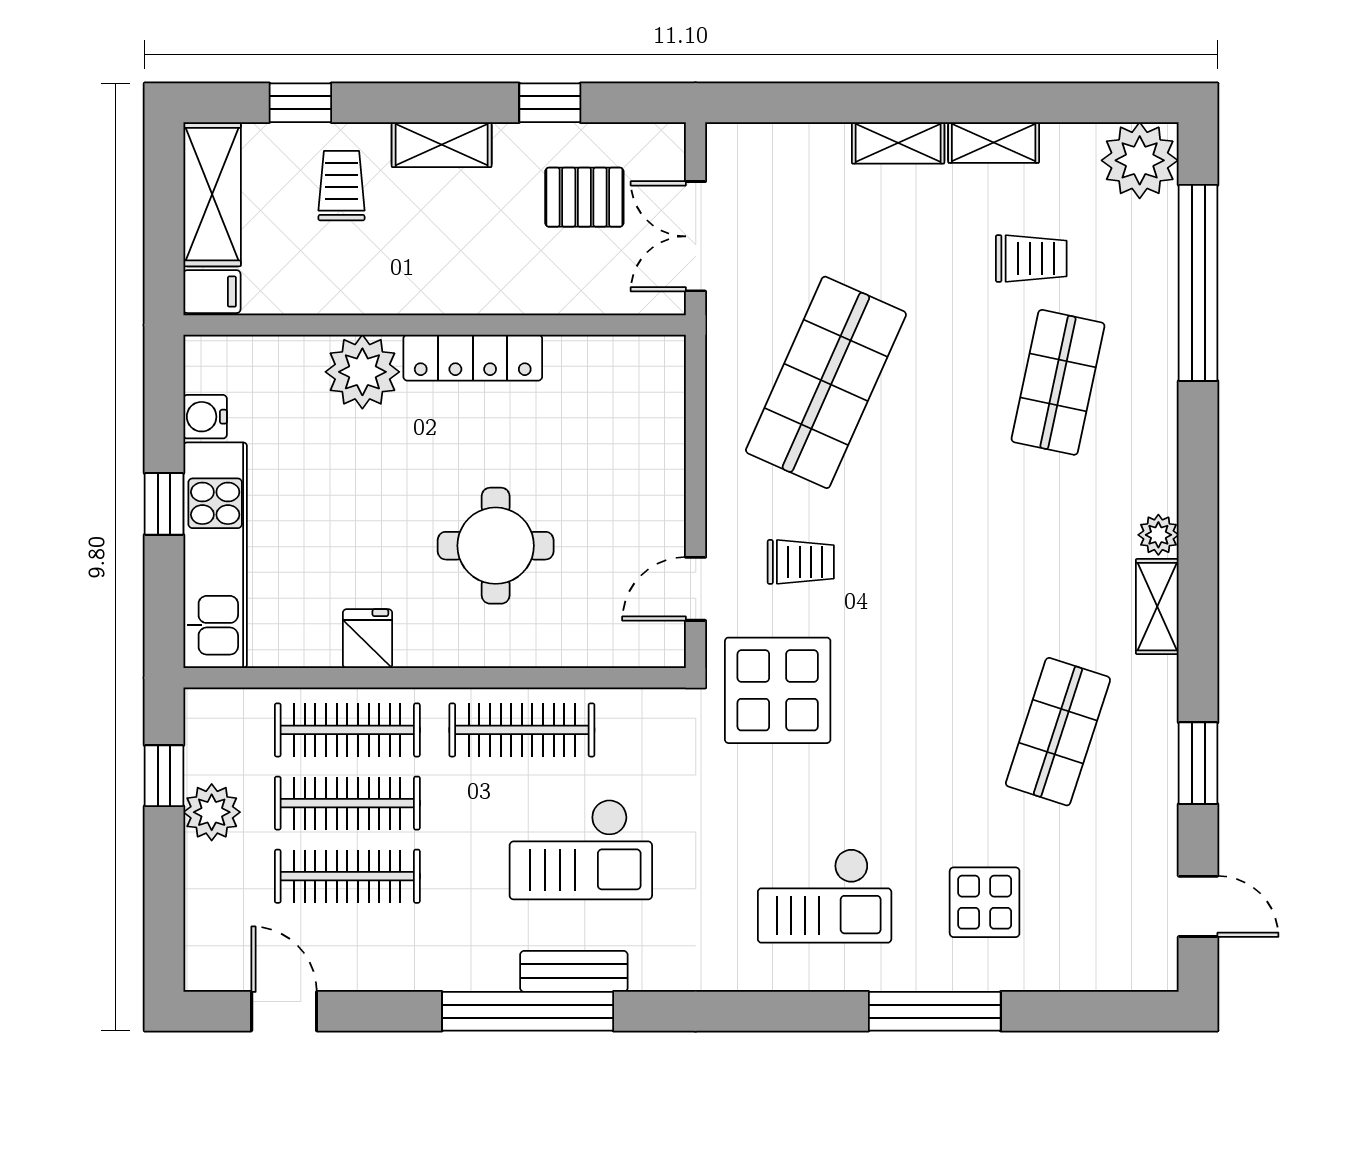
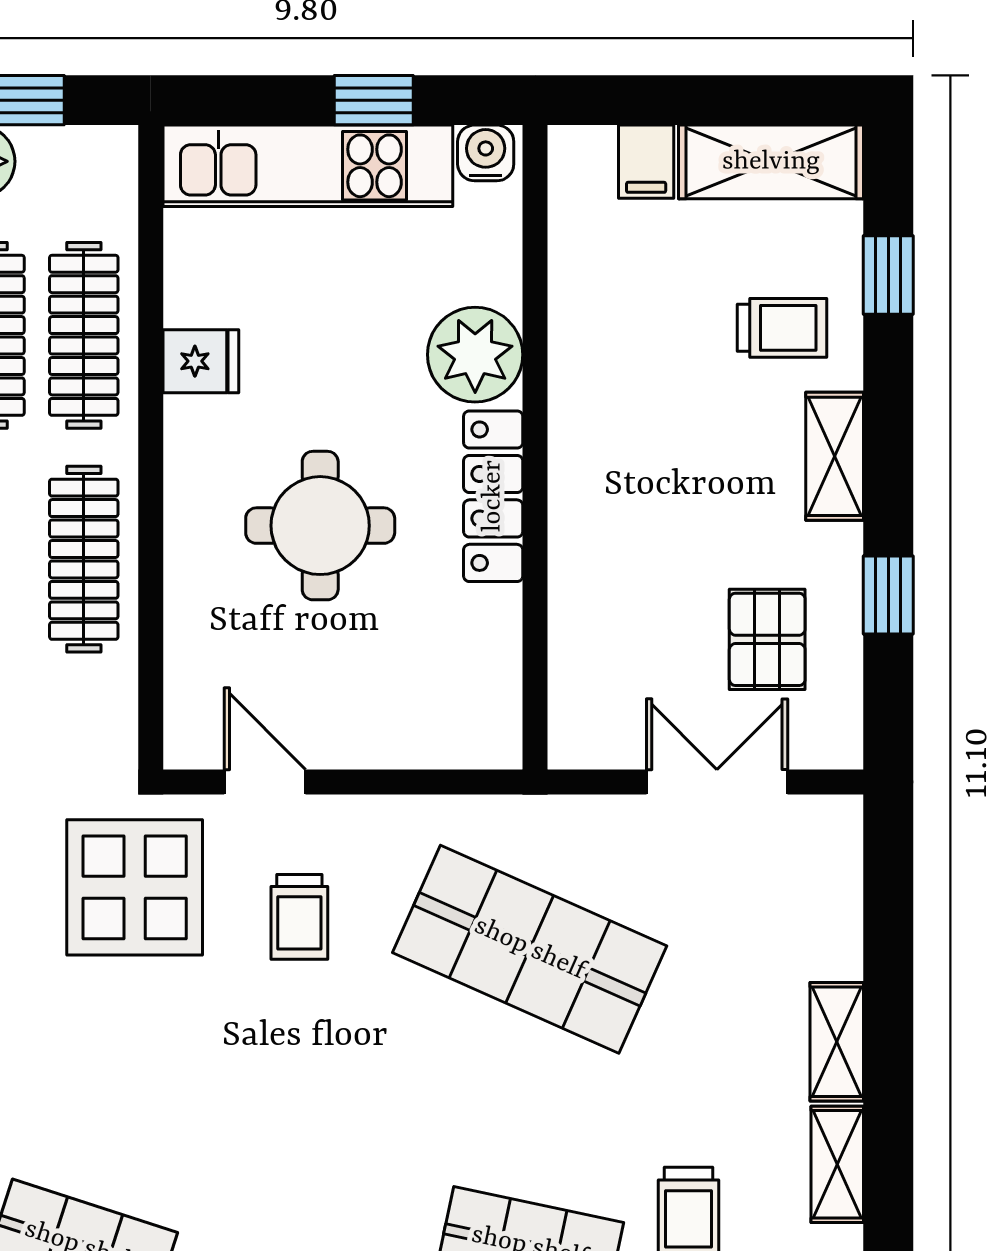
wall: (435, 325) -> (535, 447), moved
locker: (473, 358) -> (493, 496), moved
plant: (362, 372) -> (475, 355), moved

